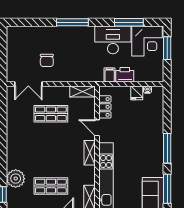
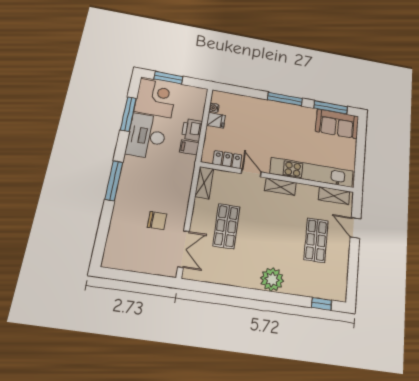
door: (97, 128) -> (251, 173), swing flipped
plant: (16, 179) -> (272, 279), moved

